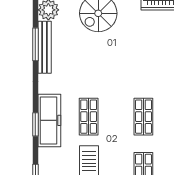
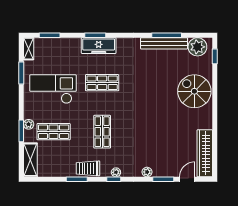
shop shelf: (143, 117) -> (102, 132), turned 90
freezer: (49, 120) -> (99, 46), width x0.73, depth x0.79

